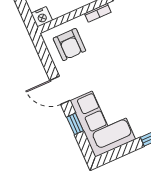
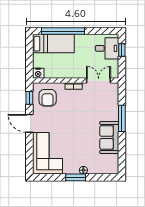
window: (75, 124) -> (29, 98), moved

